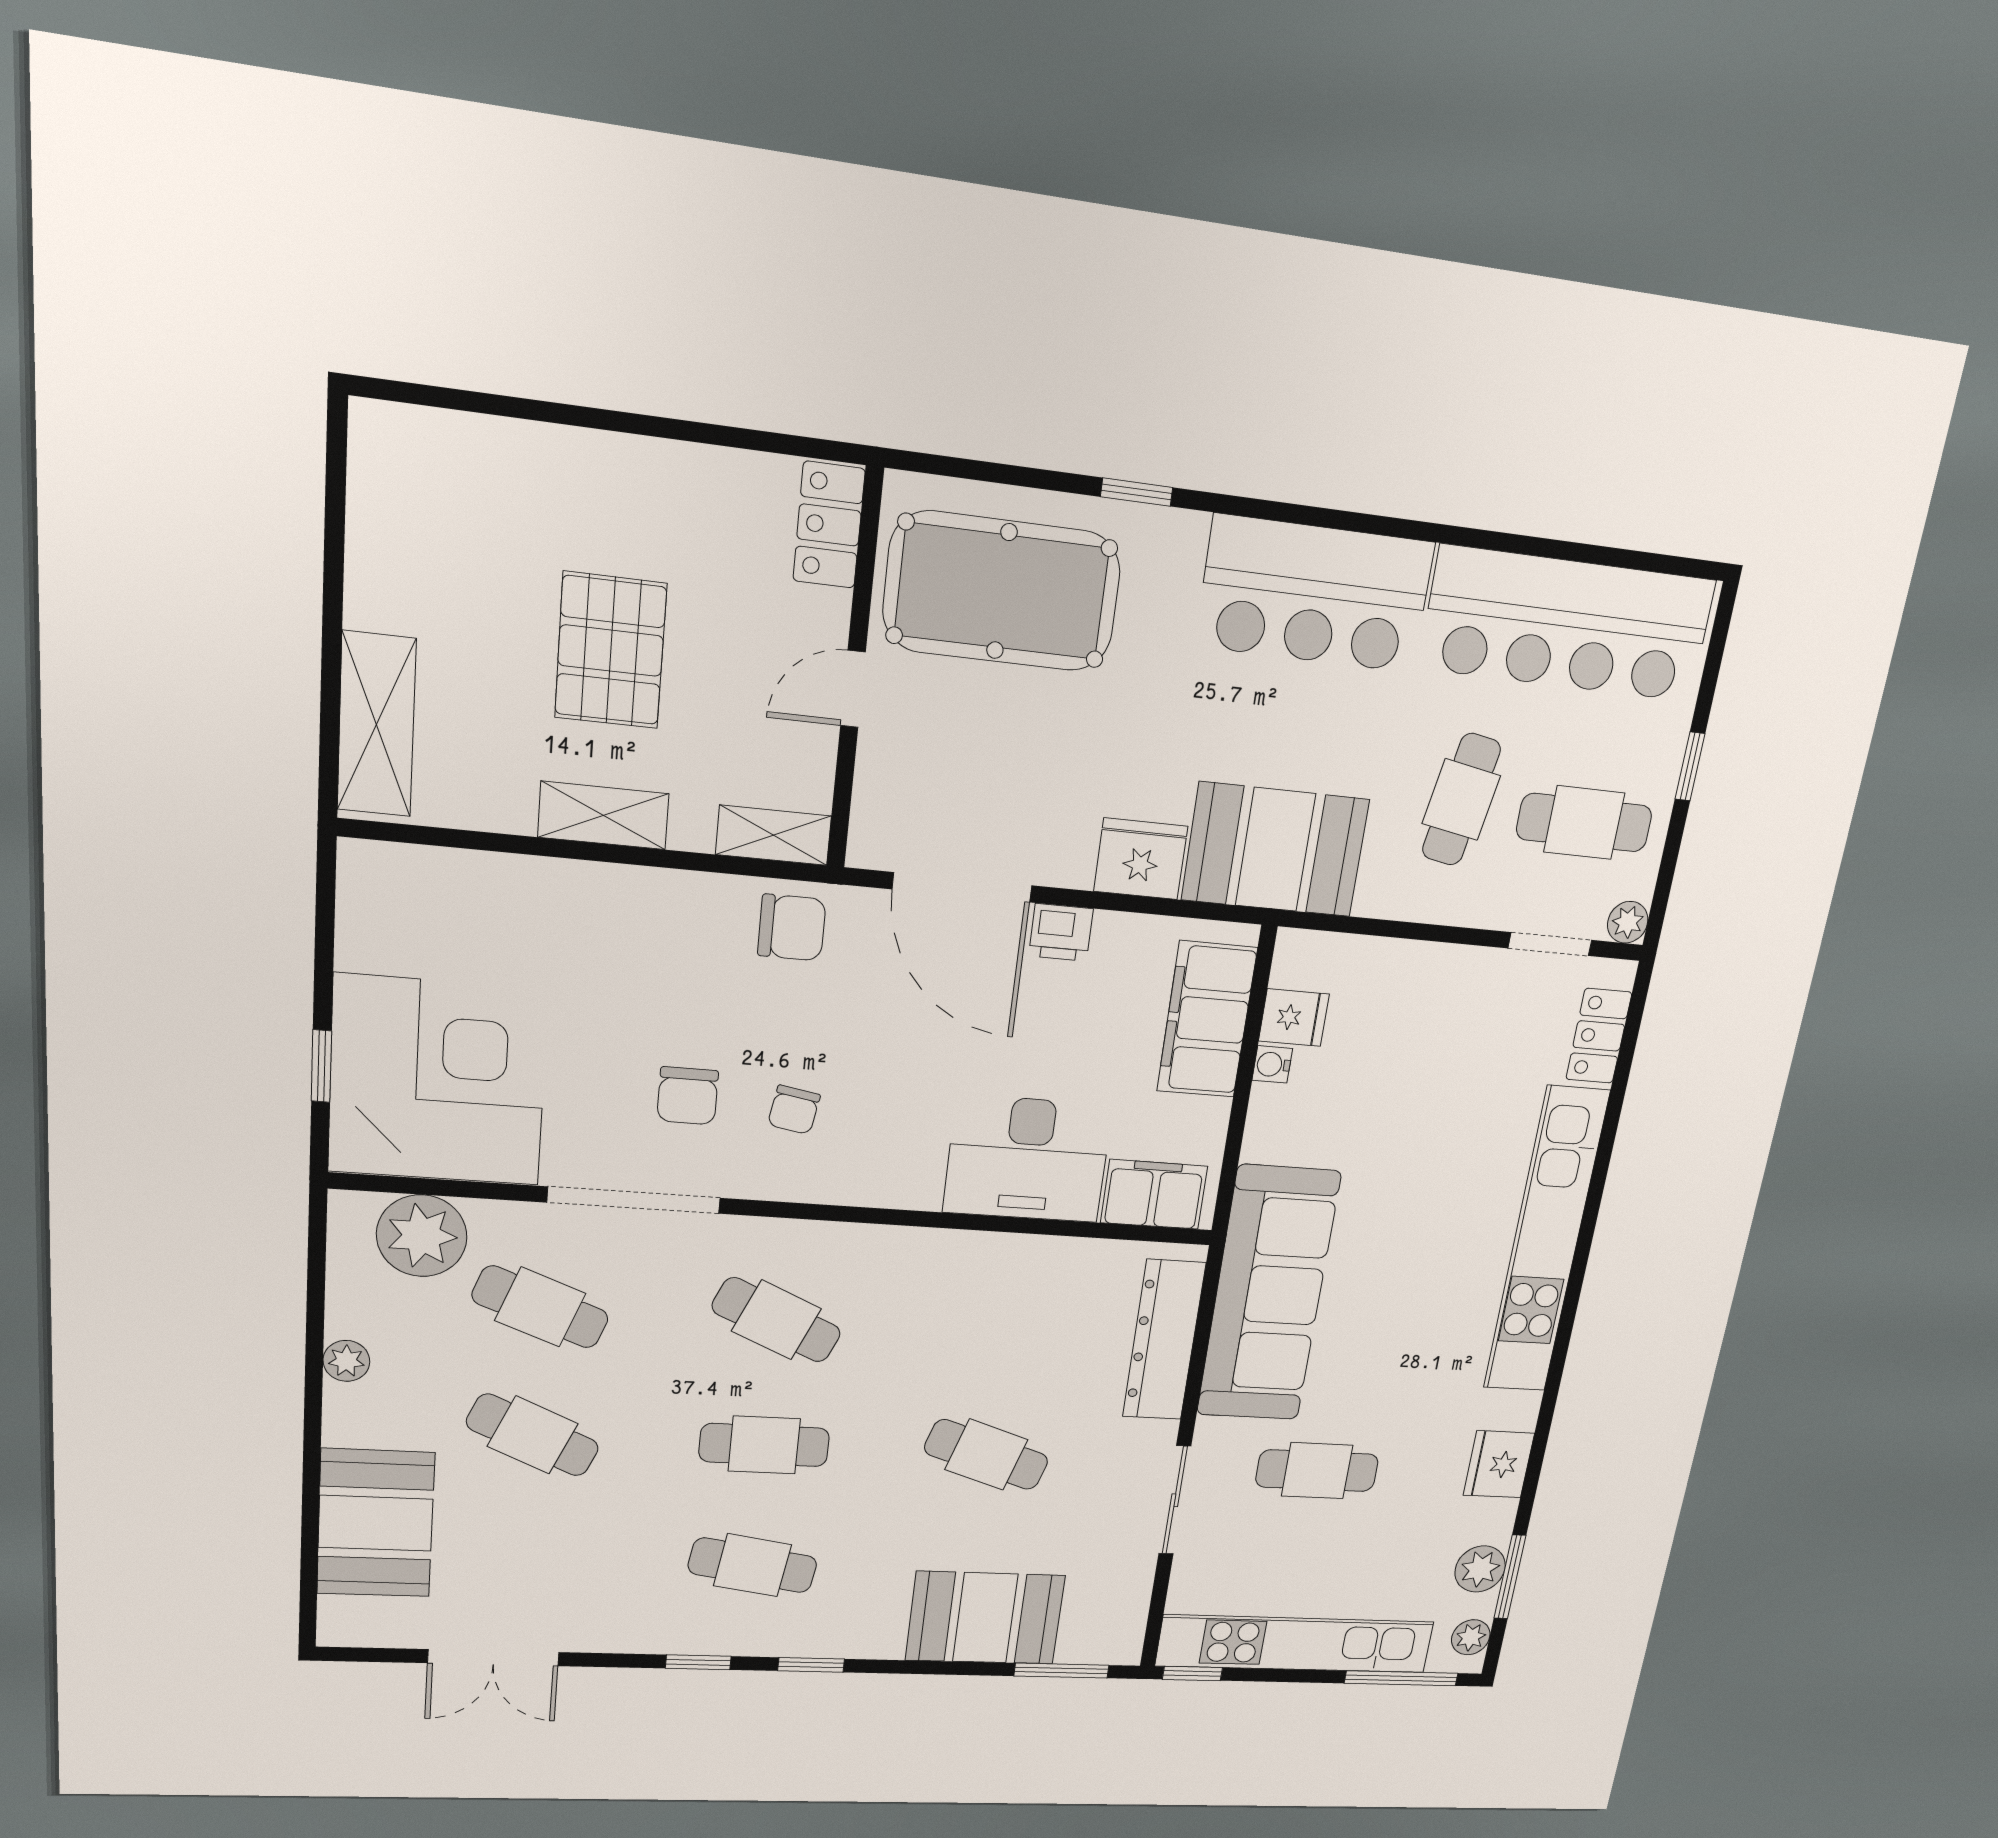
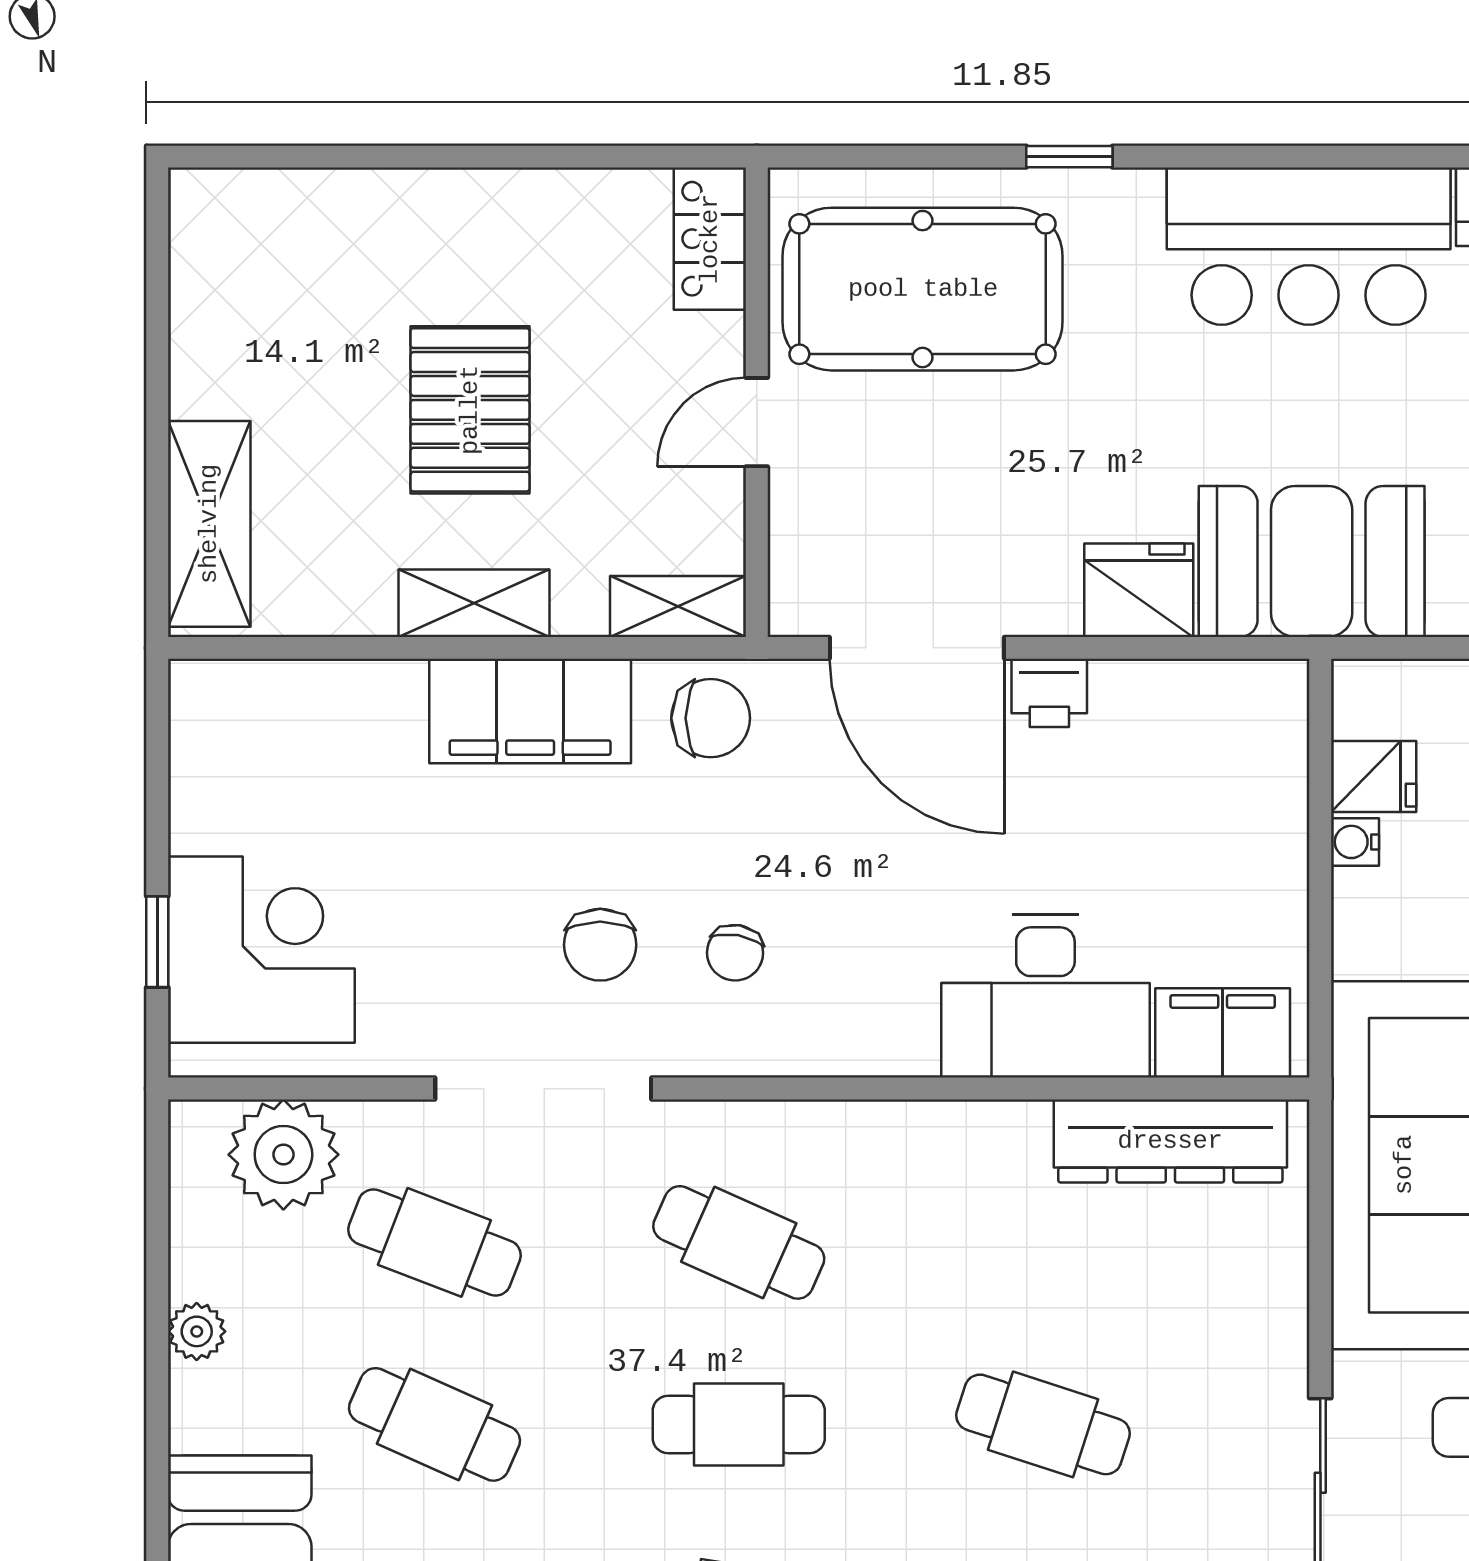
filing cabinet: (1207, 1020) -> (530, 711), moved, turned -90
corner desk: (438, 1081) -> (261, 950), width x0.74, depth x0.74
dresser: (1164, 1340) -> (1170, 1141), moved, turned -90

